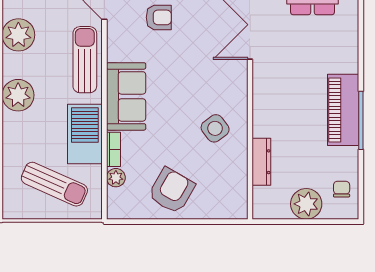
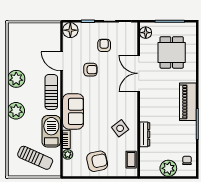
piano: (343, 110) -> (188, 102), moved
dresser: (261, 162) -> (145, 134), moved
coffee table: (236, 187) -> (131, 160), added
armchair: (172, 191) -> (97, 161), turned 48

